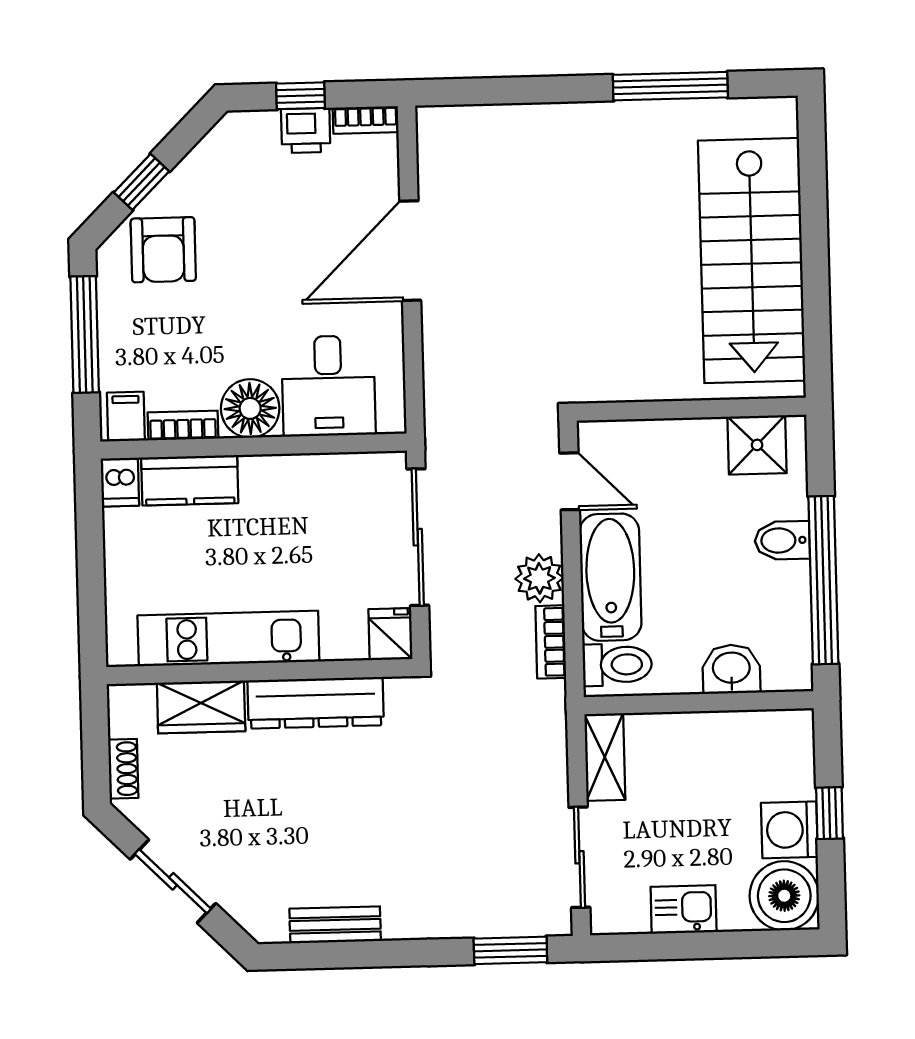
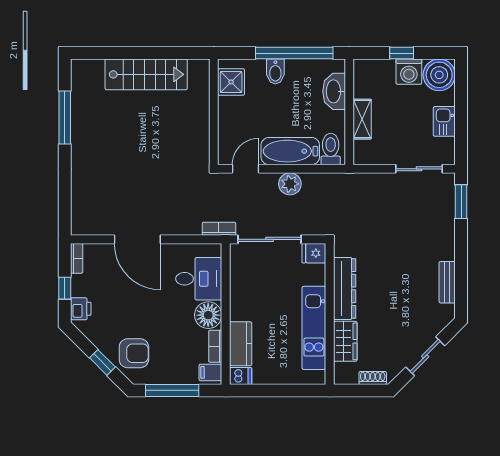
printer: (306, 130) -> (81, 309), moved
stairs: (752, 261) -> (146, 74), width x0.73, depth x0.66
bookcase: (551, 642) -> (219, 229), moved, turned 180
washbasin: (731, 669) -> (334, 91), width x1.38
shelving: (605, 757) -> (362, 119), moved, turned 90

